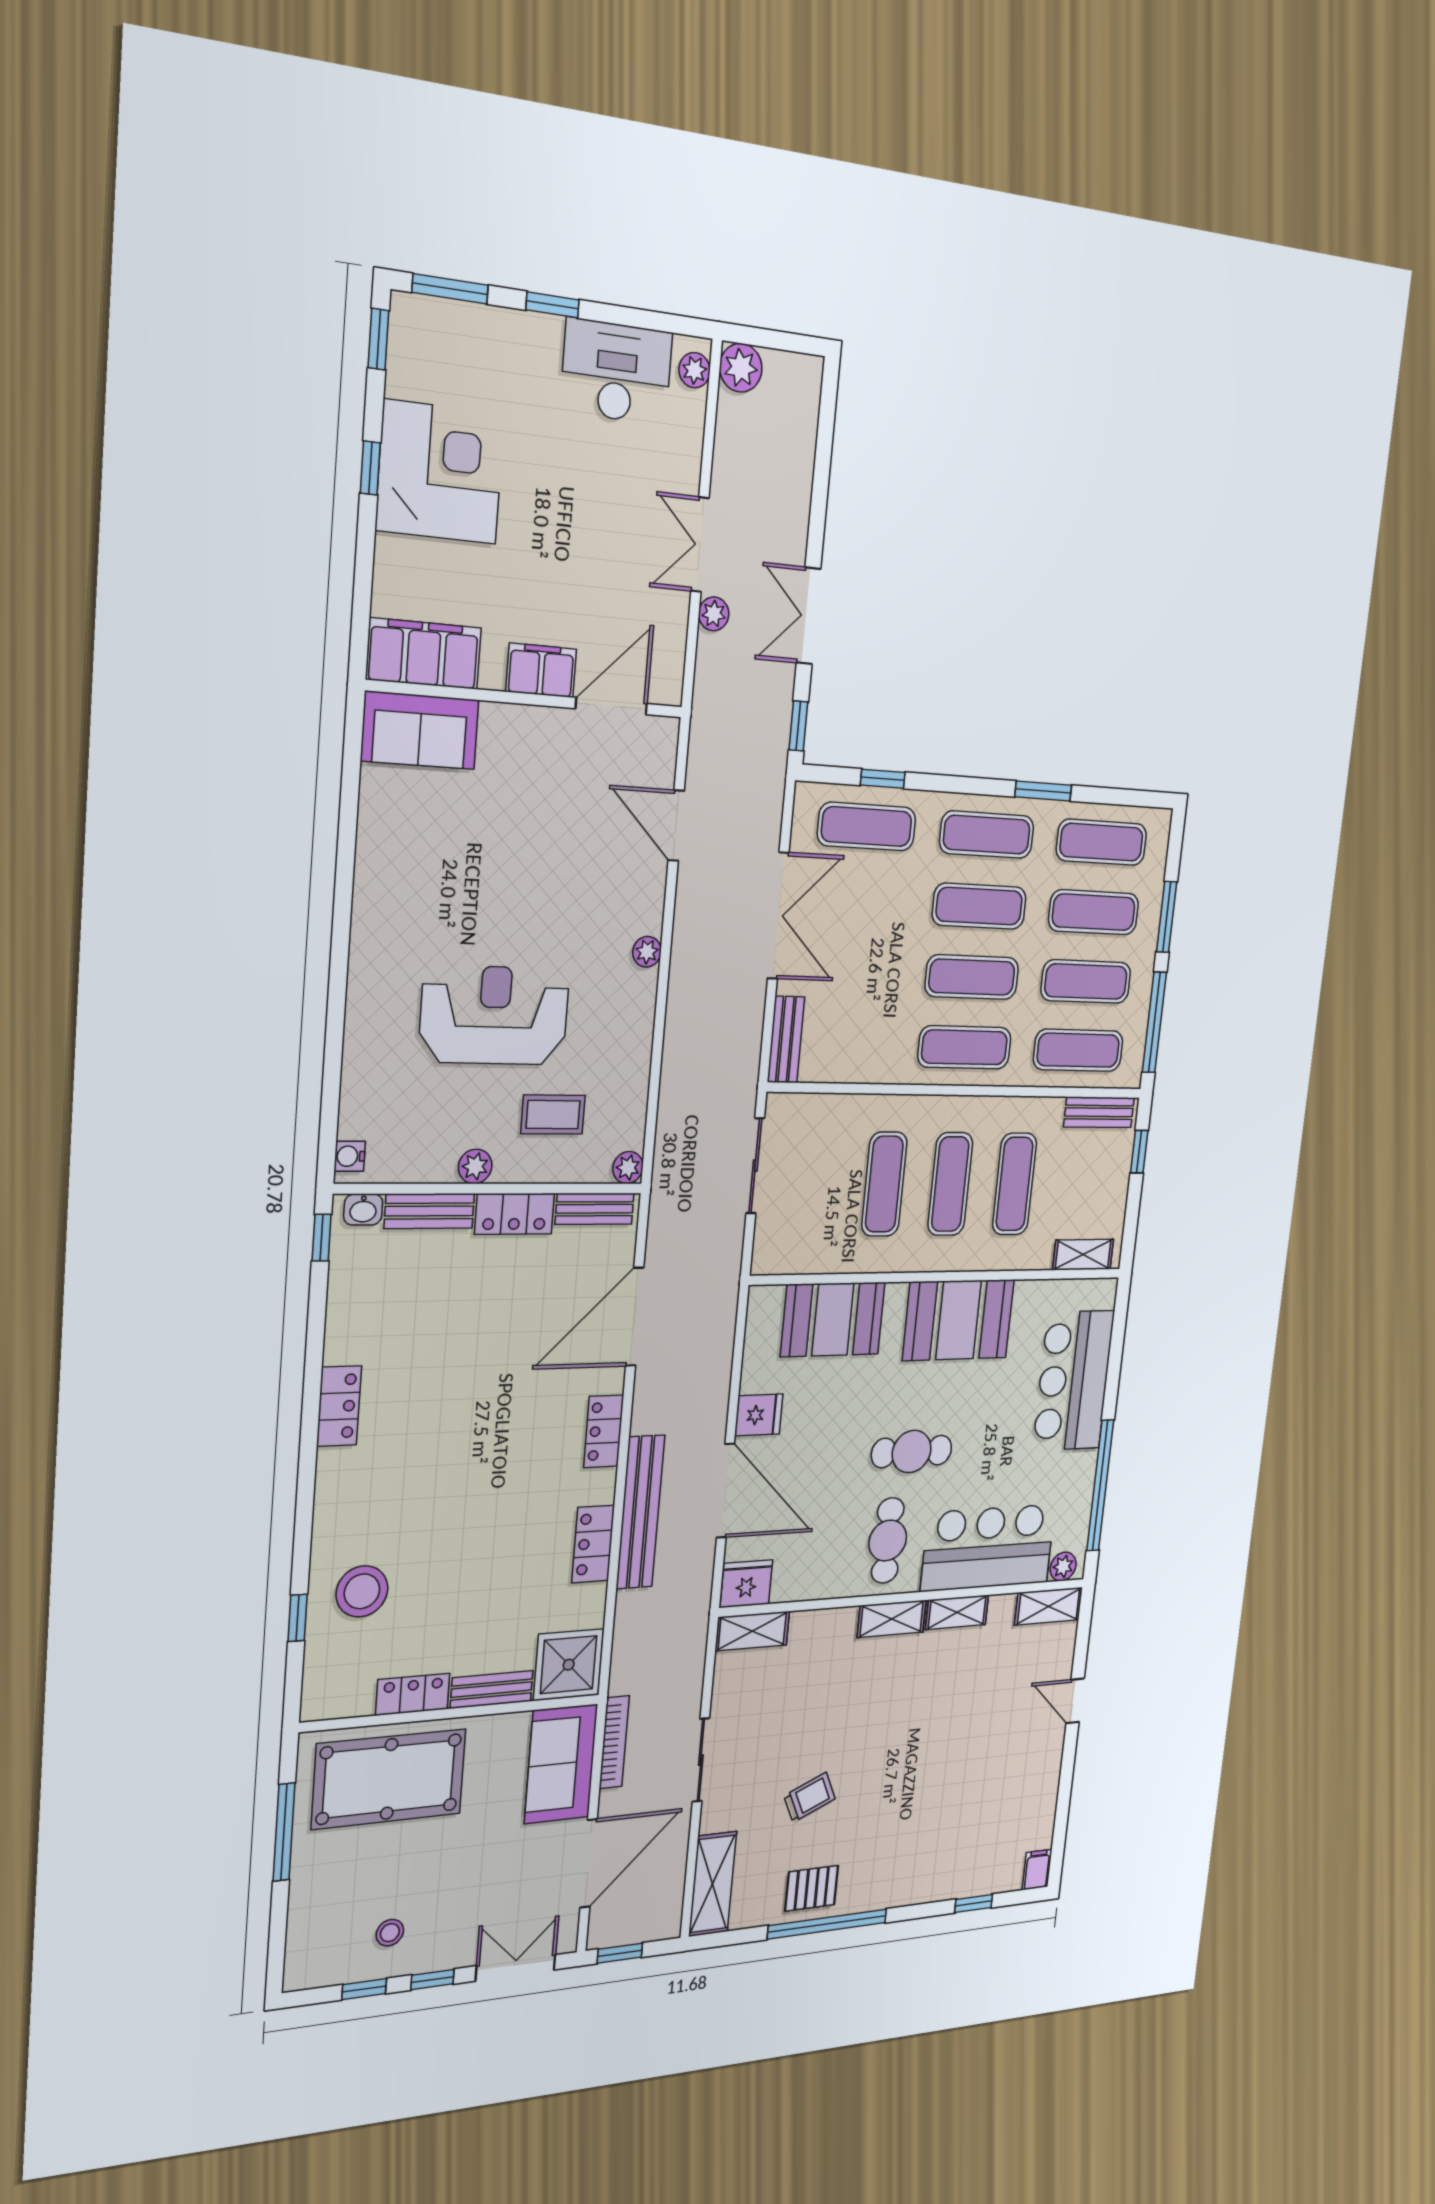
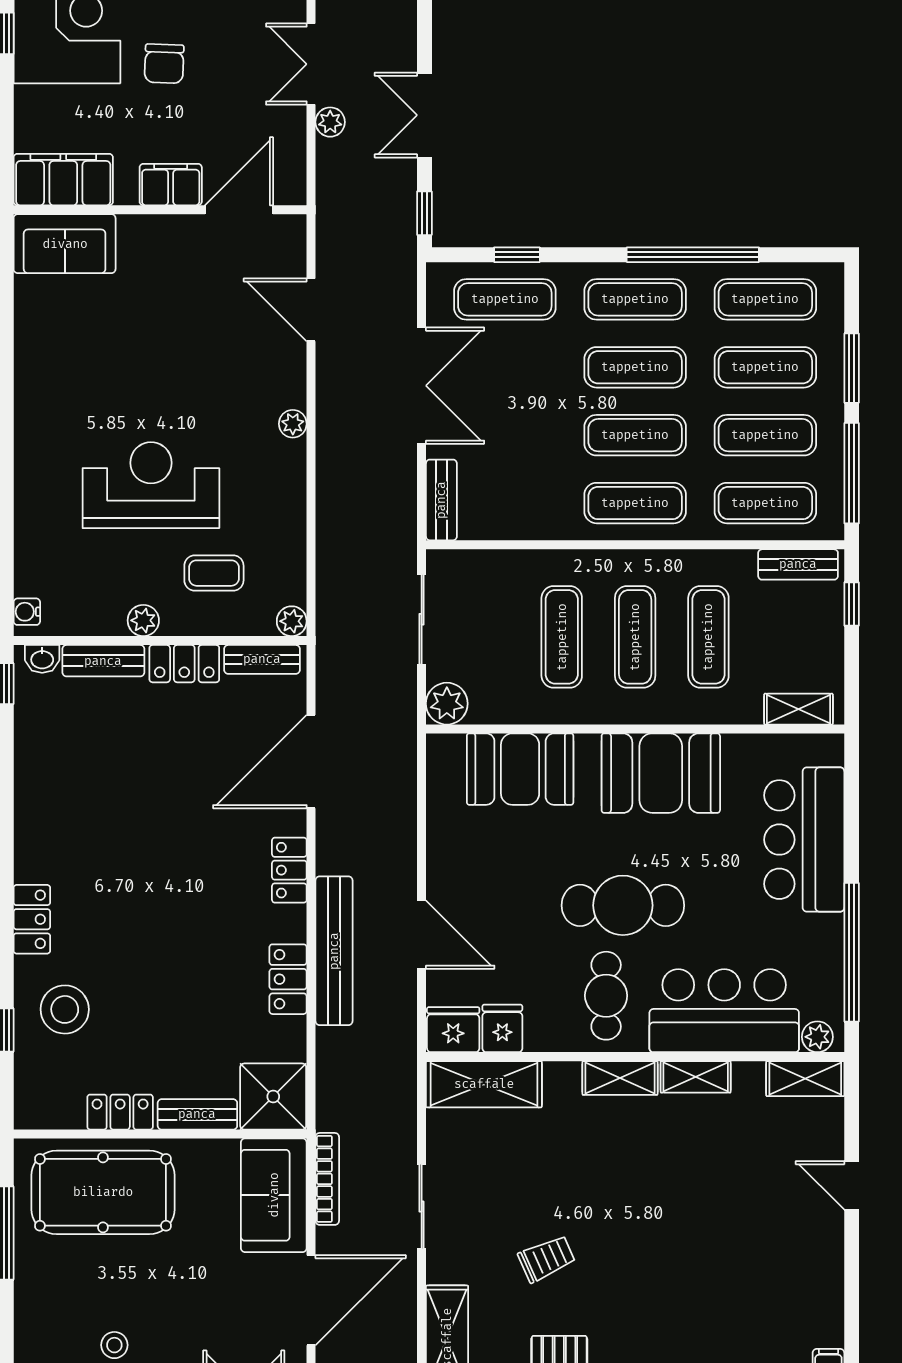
chair: (545, 526) -> (164, 64), added
window: (1043, 791) -> (693, 255), width x2.11
plant: (771, 1254) -> (447, 704), added
locker: (339, 1406) -> (32, 919), moved
fridge: (759, 1415) -> (502, 1028), moved, turned -90
cafe table: (912, 1452) -> (623, 905), width x1.37, depth x1.35
door: (726, 1491) -> (422, 935), width x0.73
shelving: (752, 1631) -> (484, 1084), width x1.50, depth x1.33

